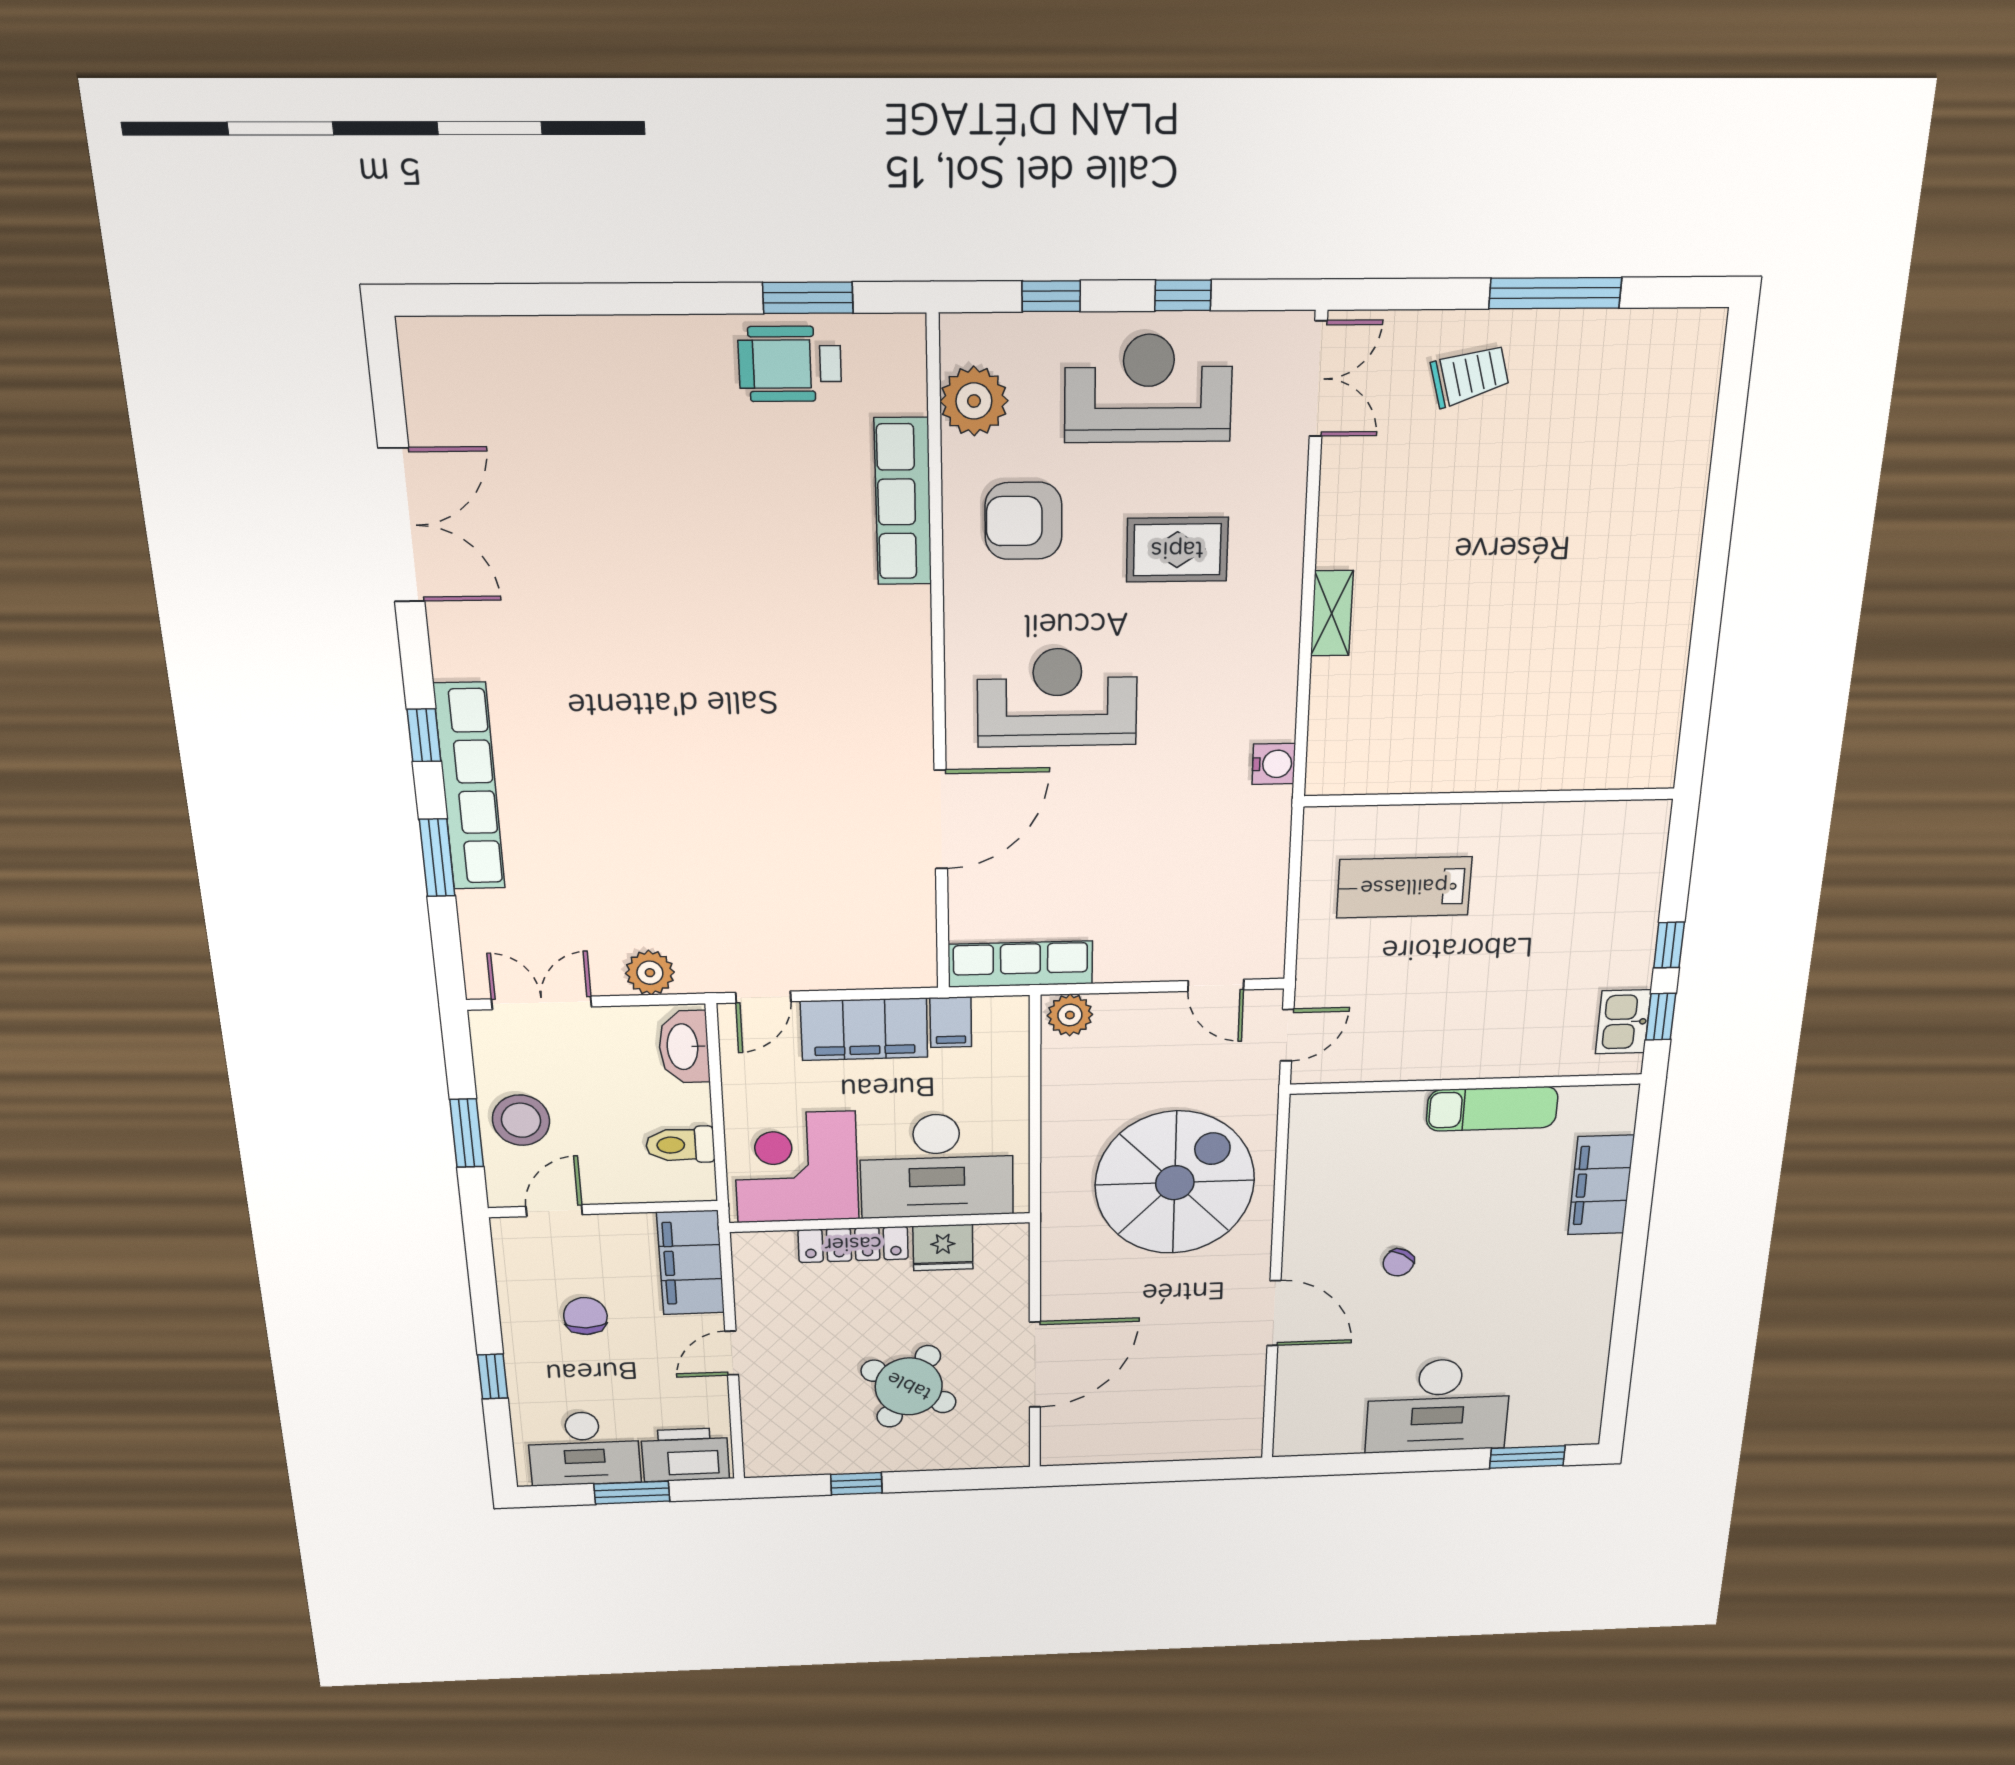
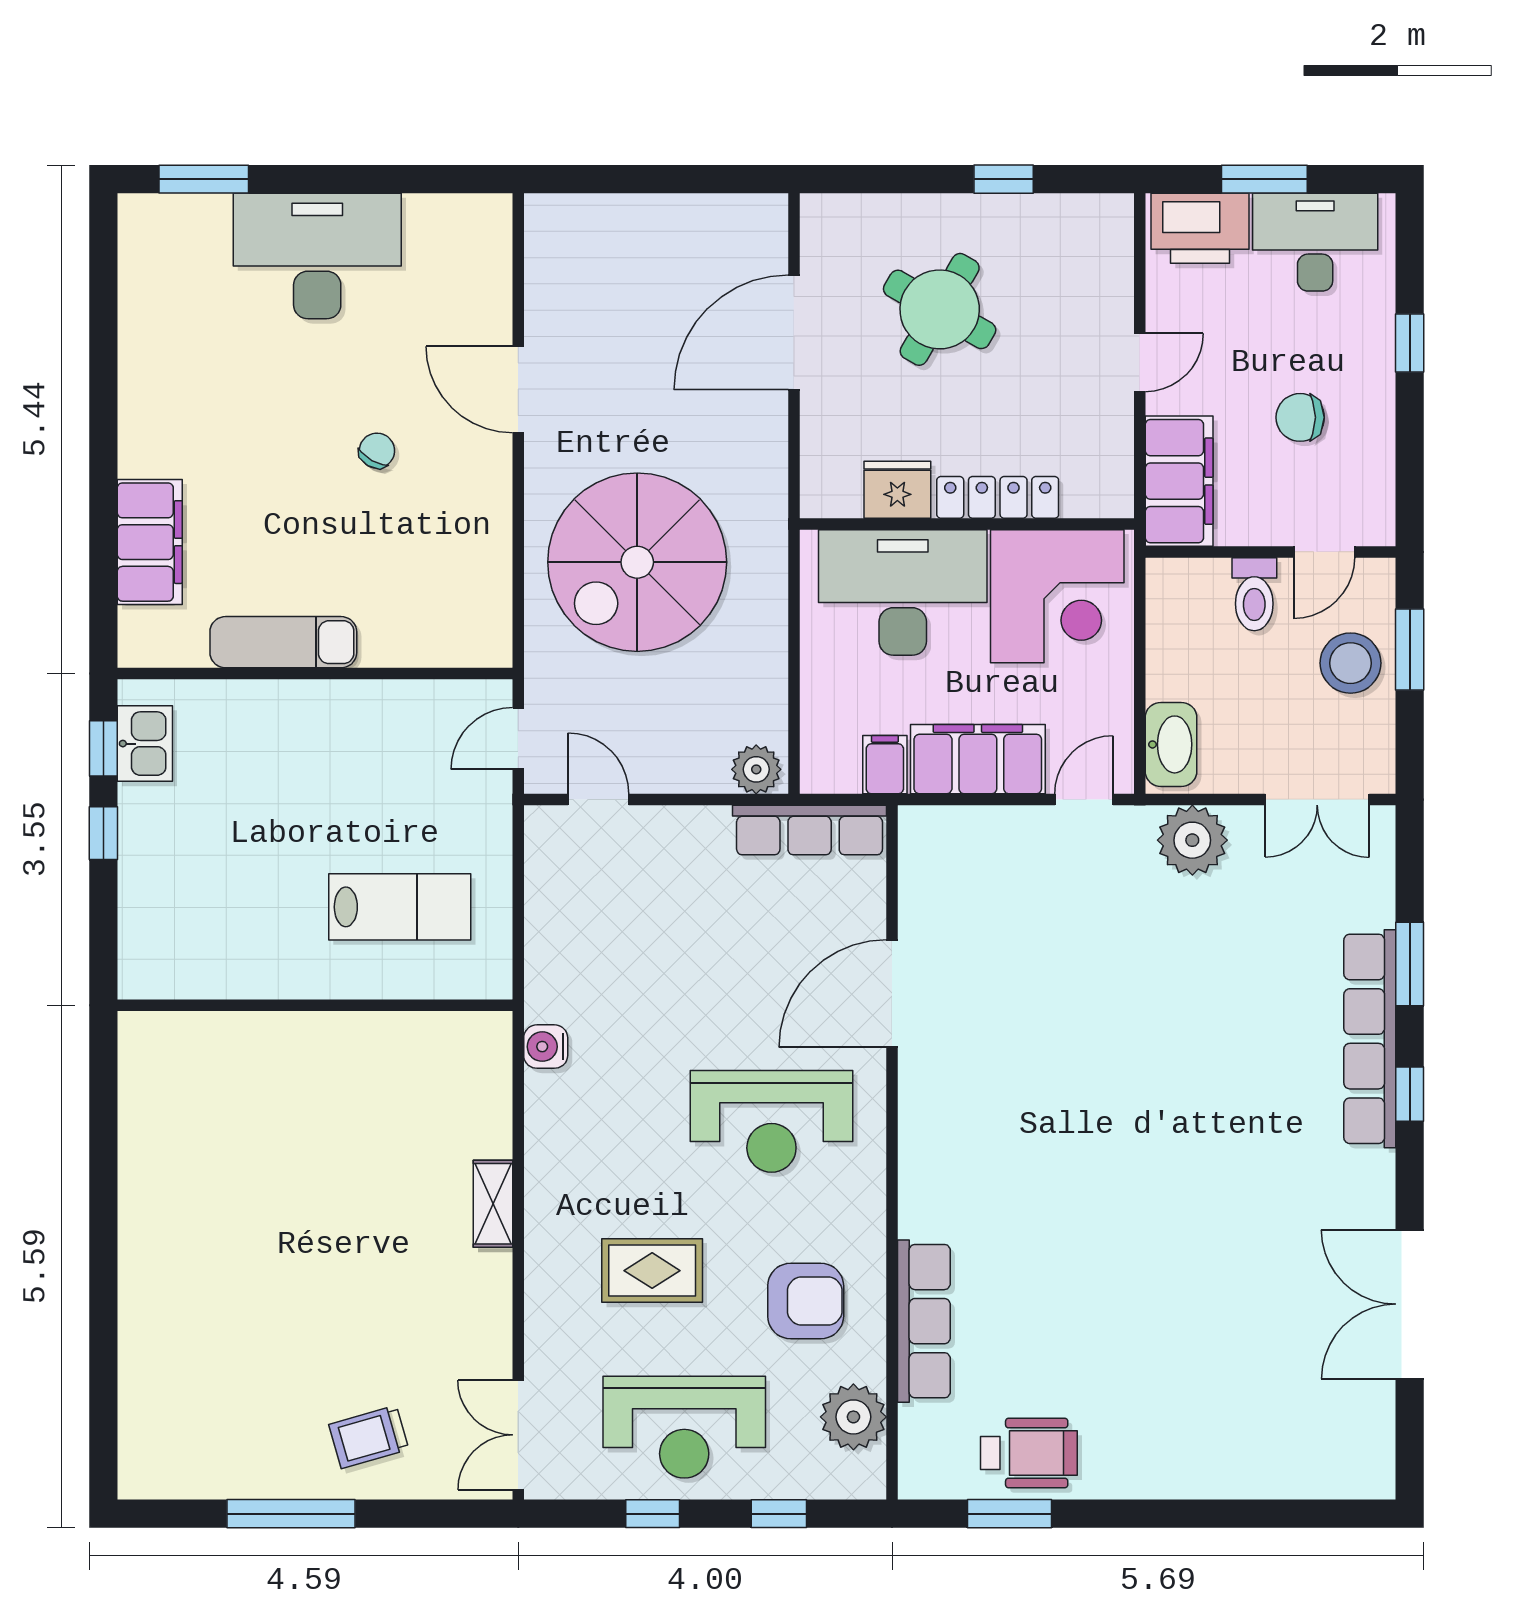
plant: (650, 973) -> (1192, 840), width x1.36, depth x1.36
toilet: (680, 1145) -> (1254, 594), moved, turned 90
chair: (585, 1316) -> (1300, 417), turned 90

